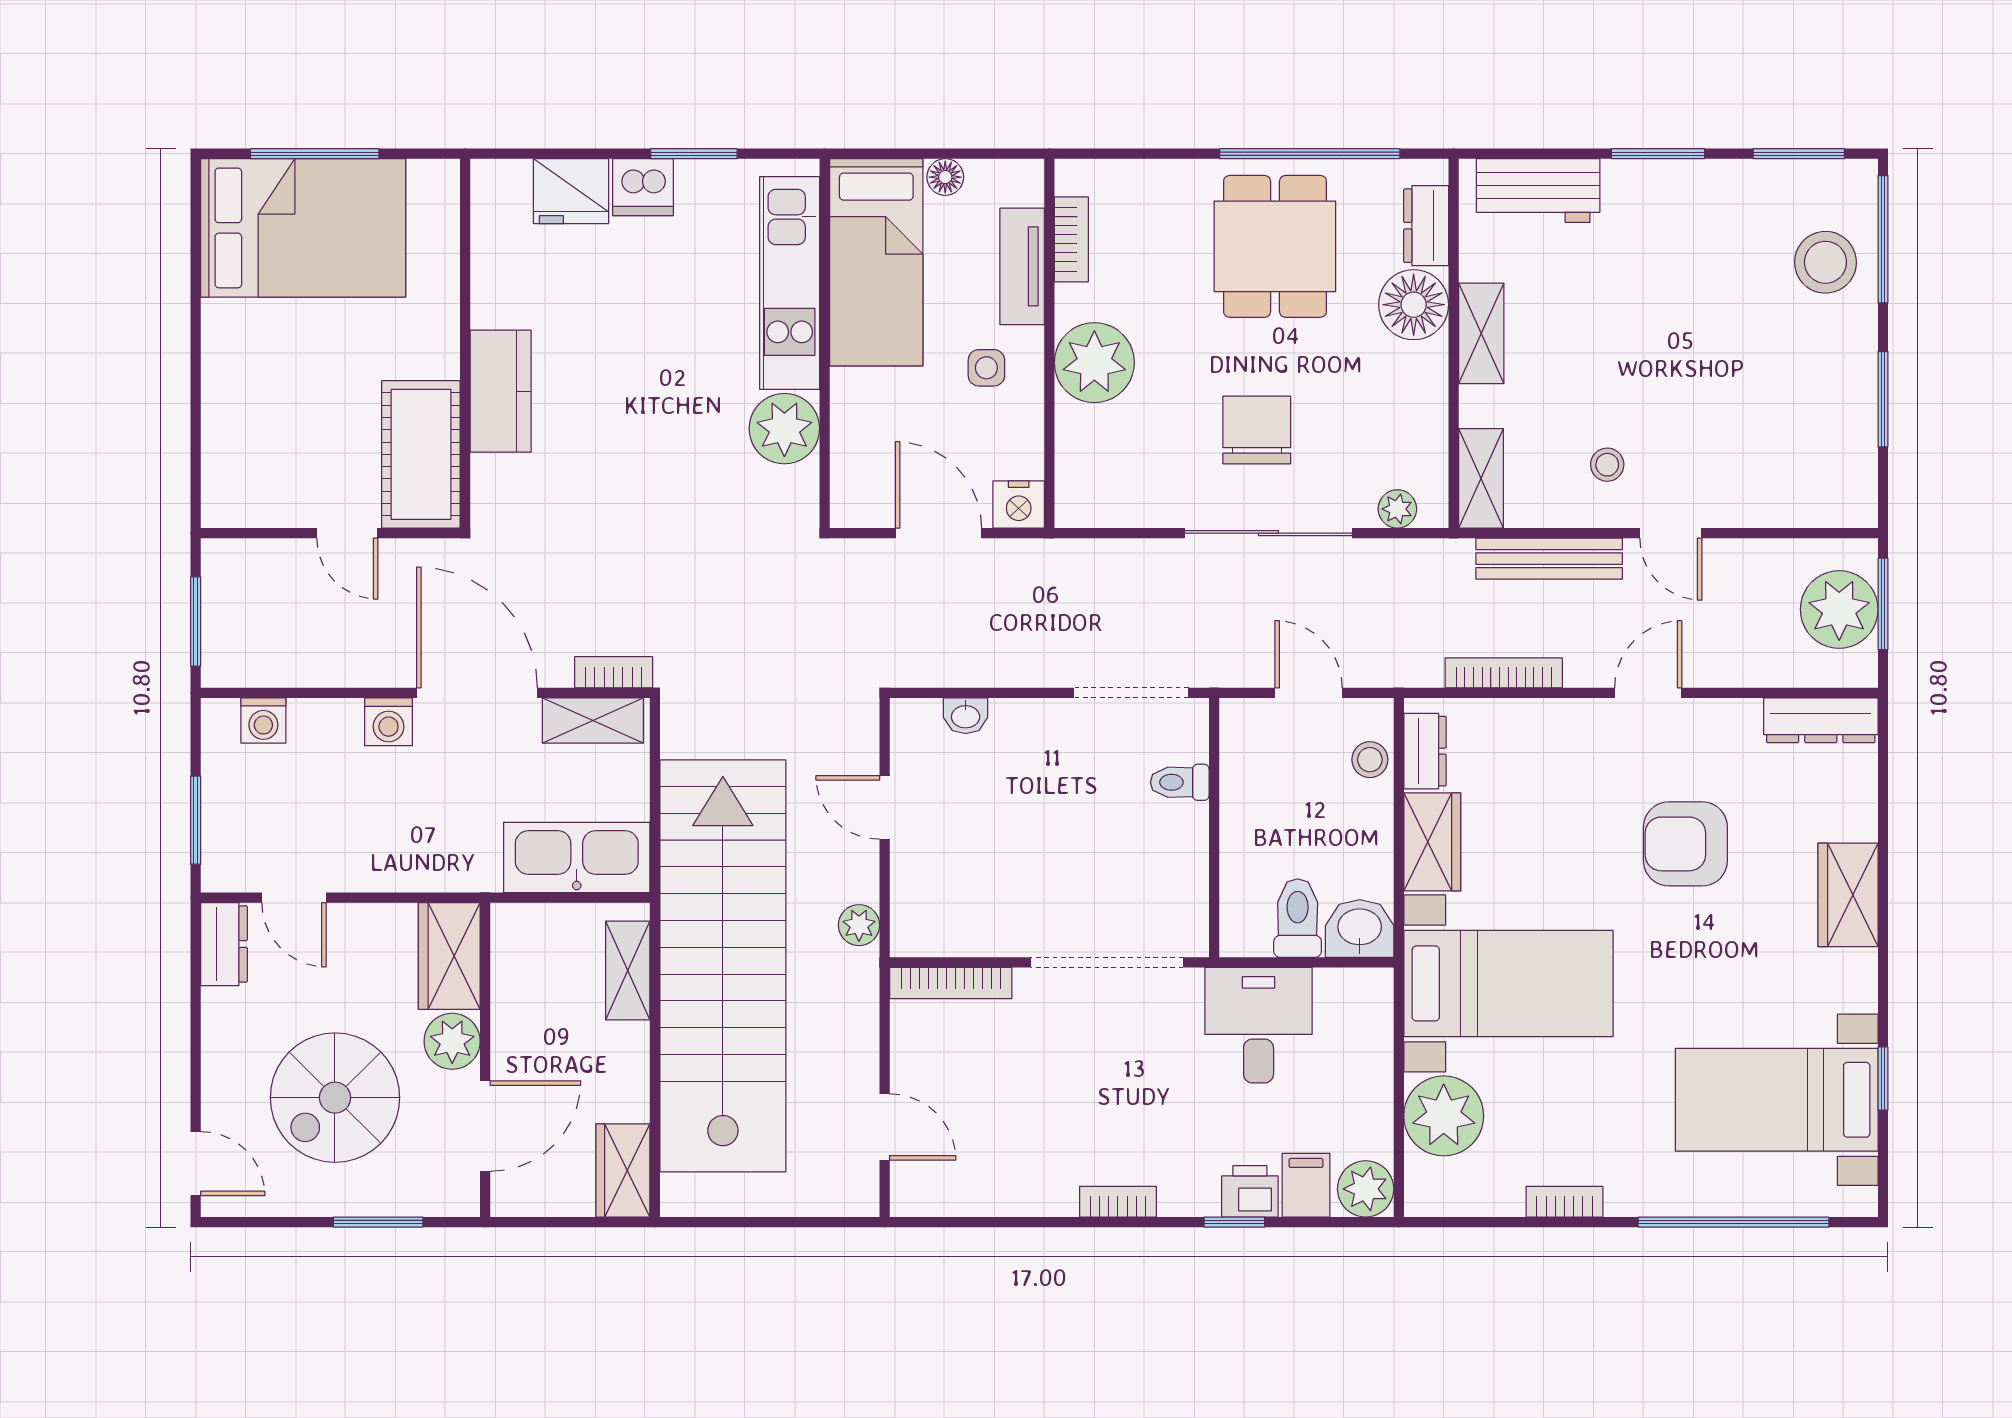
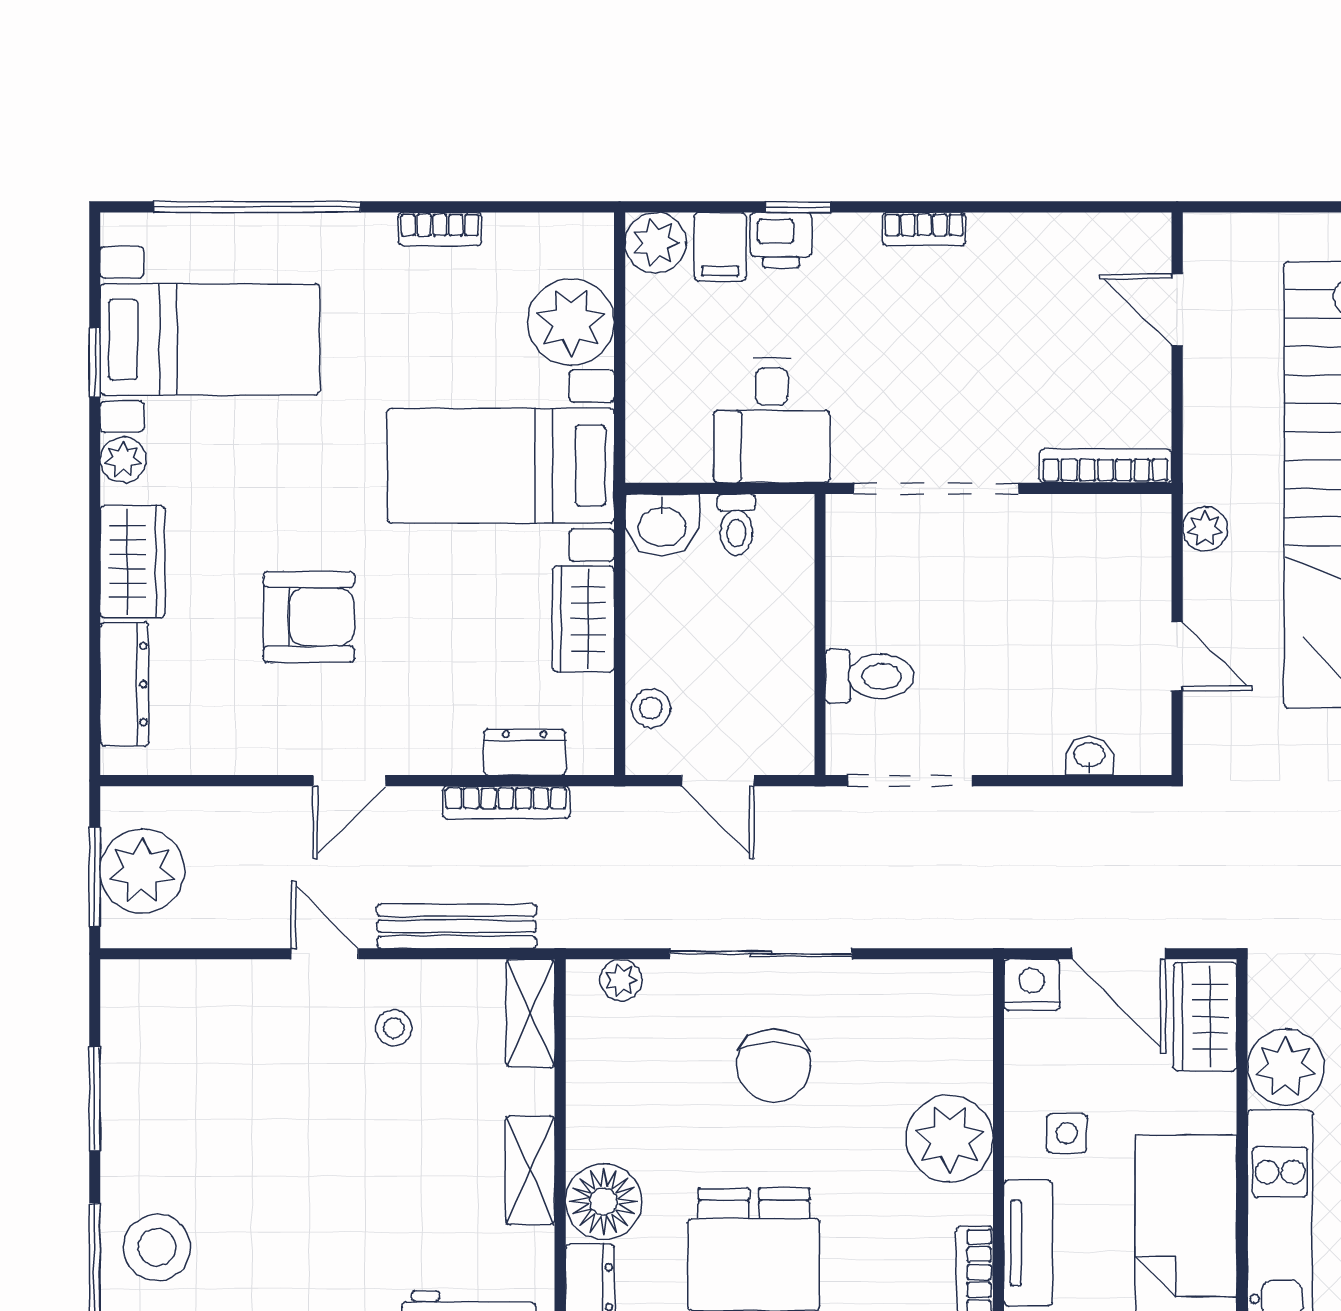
wardrobe: (859, 475) -> (1205, 1017), added
dresser: (1821, 720) -> (124, 684), moved, turned 90
dresser: (1425, 751) -> (525, 752), moved, turned 90
toilet: (1180, 782) -> (869, 676), width x1.37, depth x1.39
toilet: (1298, 918) -> (736, 525), width x0.73, depth x0.72
plant: (1857, 989) -> (123, 460), added

